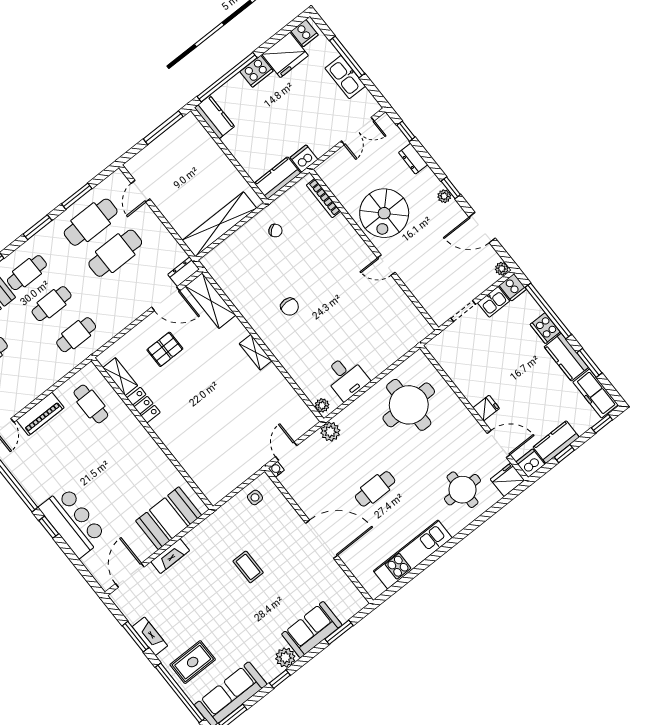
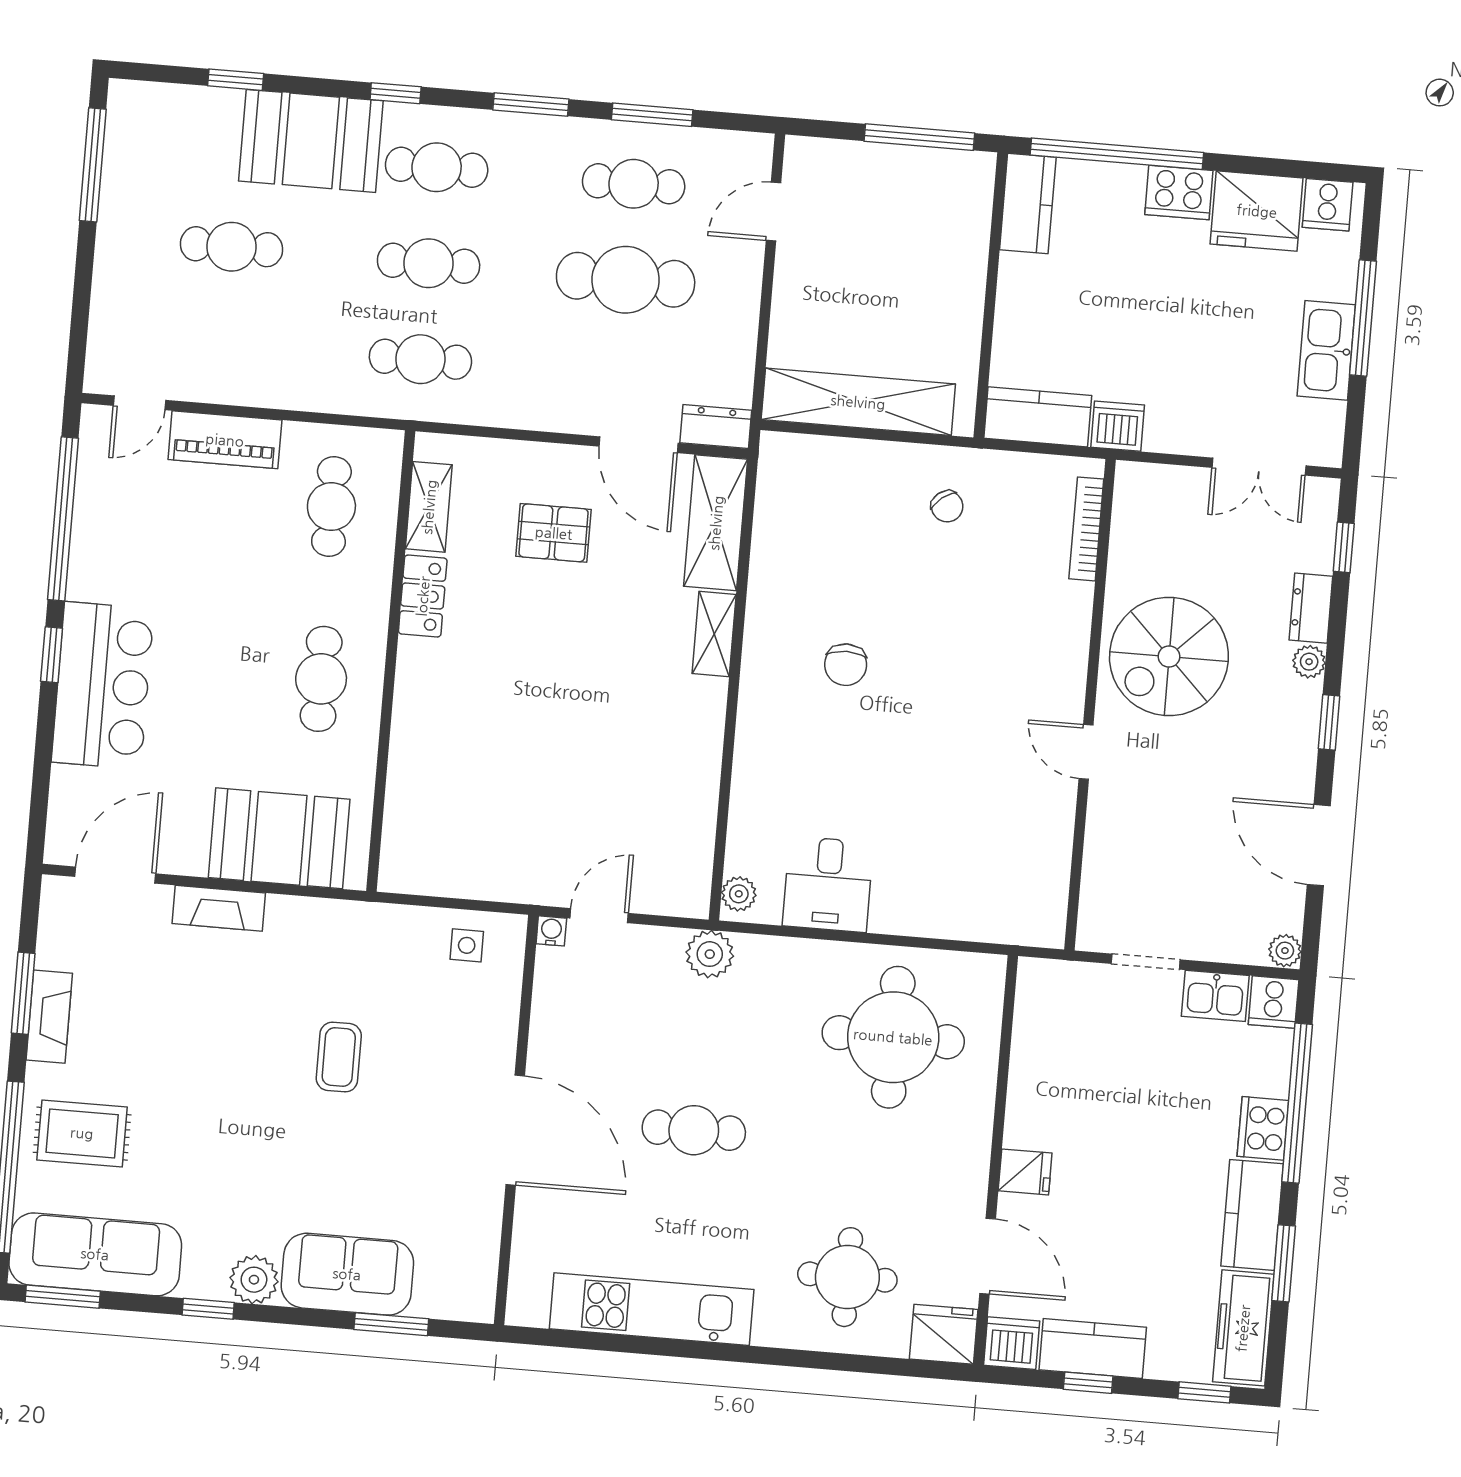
plant: (444, 196) -> (1309, 662), moved
cafe table: (91, 222) -> (634, 184), width x0.73, depth x0.74
shelving: (256, 352) -> (714, 634), moved
cafe table: (136, 459) -> (321, 679), added

